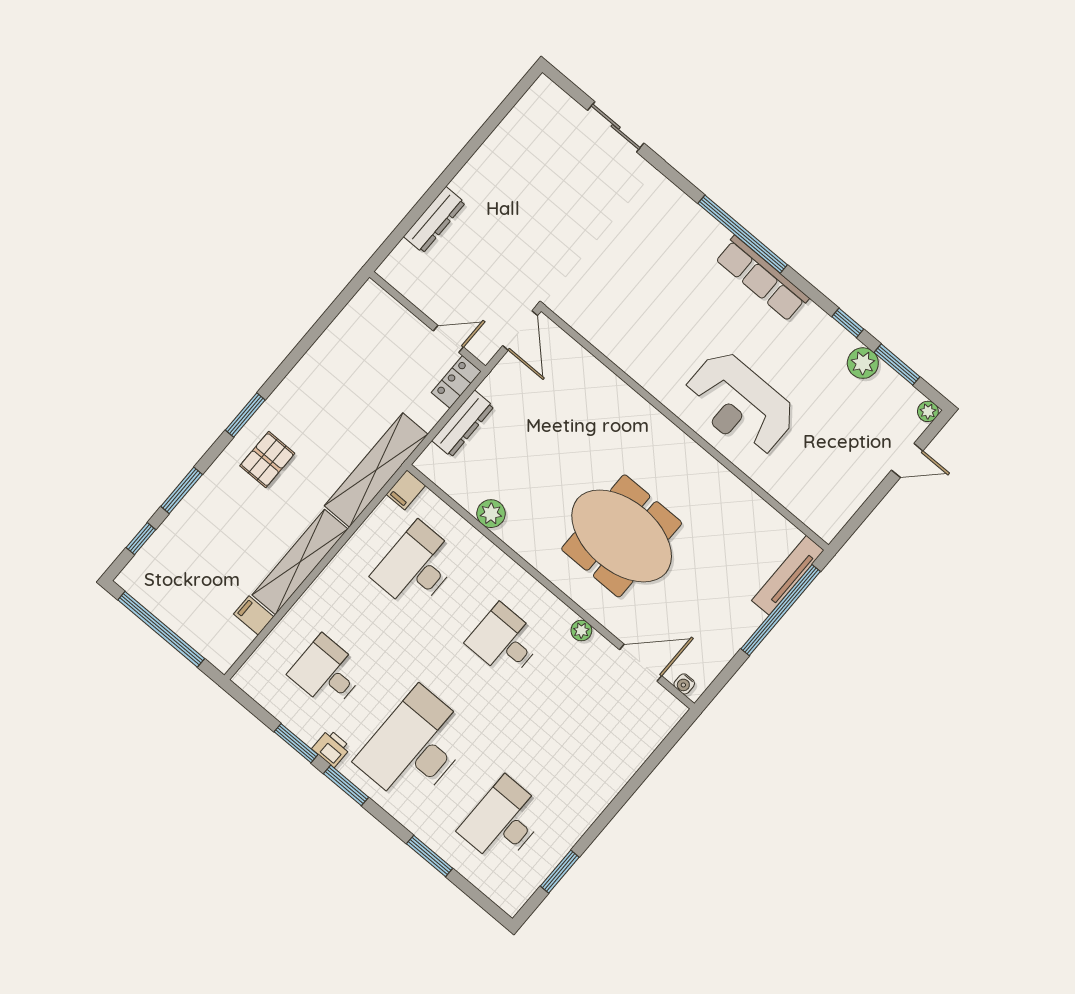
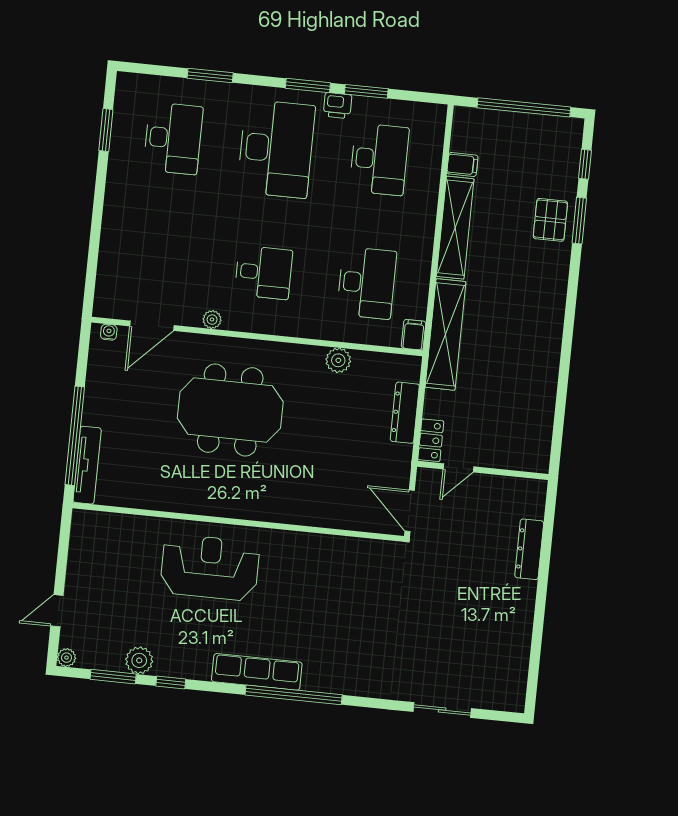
window: (245, 415) -> (570, 309), removed
pallet: (267, 460) -> (550, 220), moved
desk: (327, 673) -> (379, 159), width x1.37

